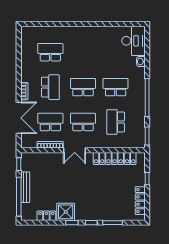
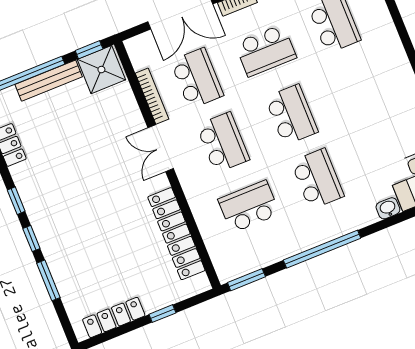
shower: (66, 212) -> (101, 70), moved

